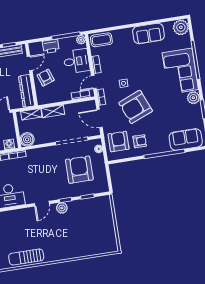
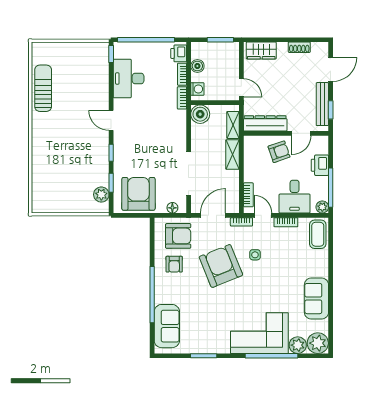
door: (30, 63) -> (301, 133), hinge flipped
plant: (193, 98) -> (298, 345), moved
armchair: (79, 170) -> (138, 194), moved, turned -90
plant: (62, 208) -> (101, 195), moved

